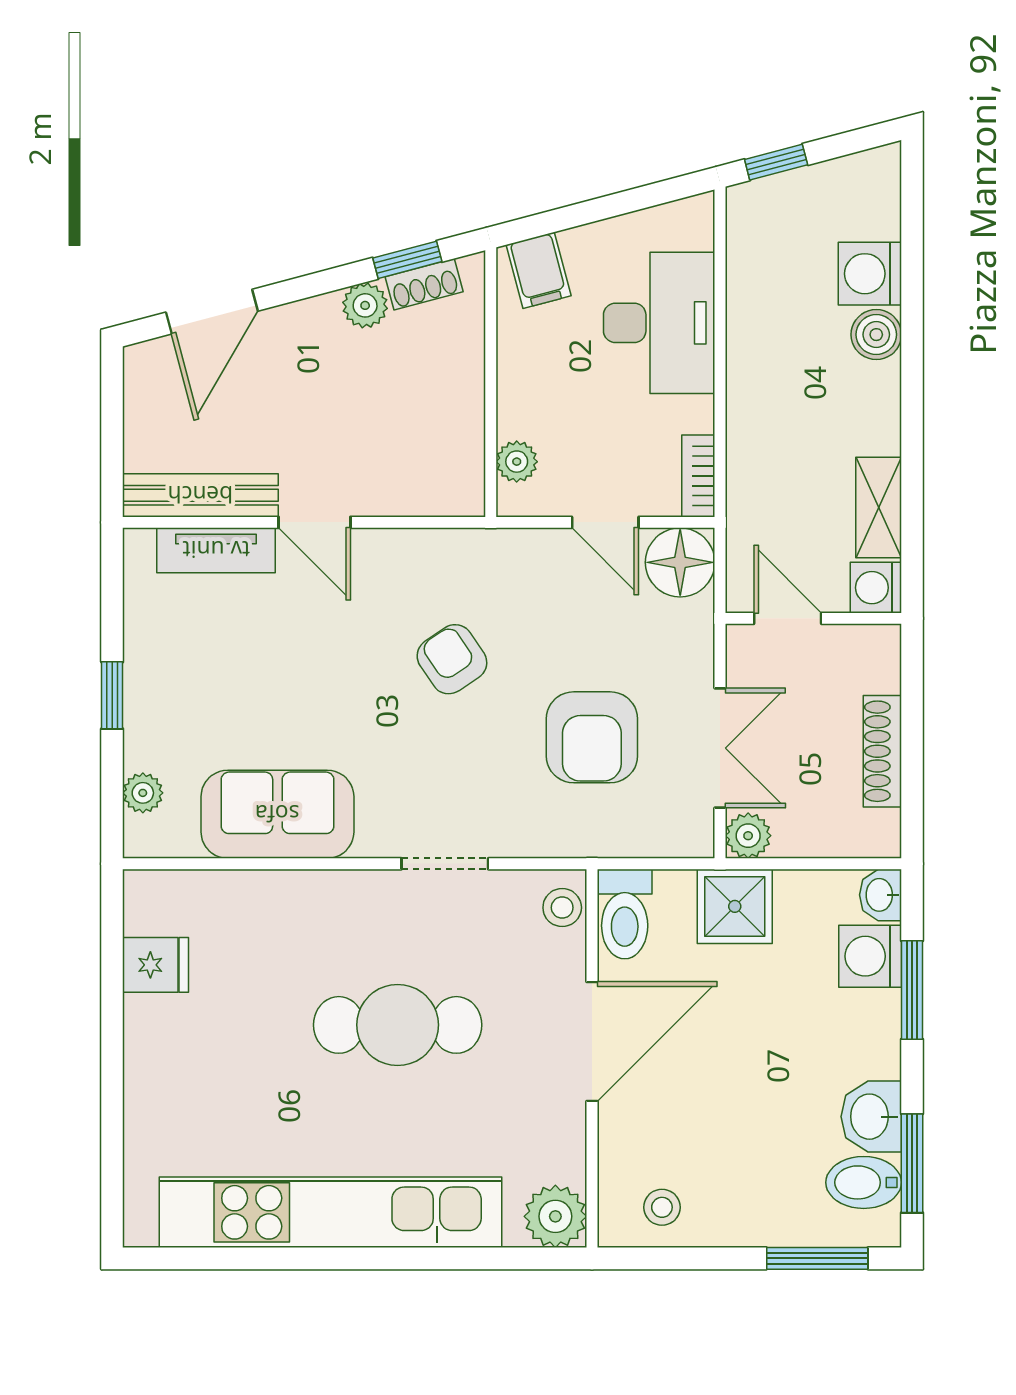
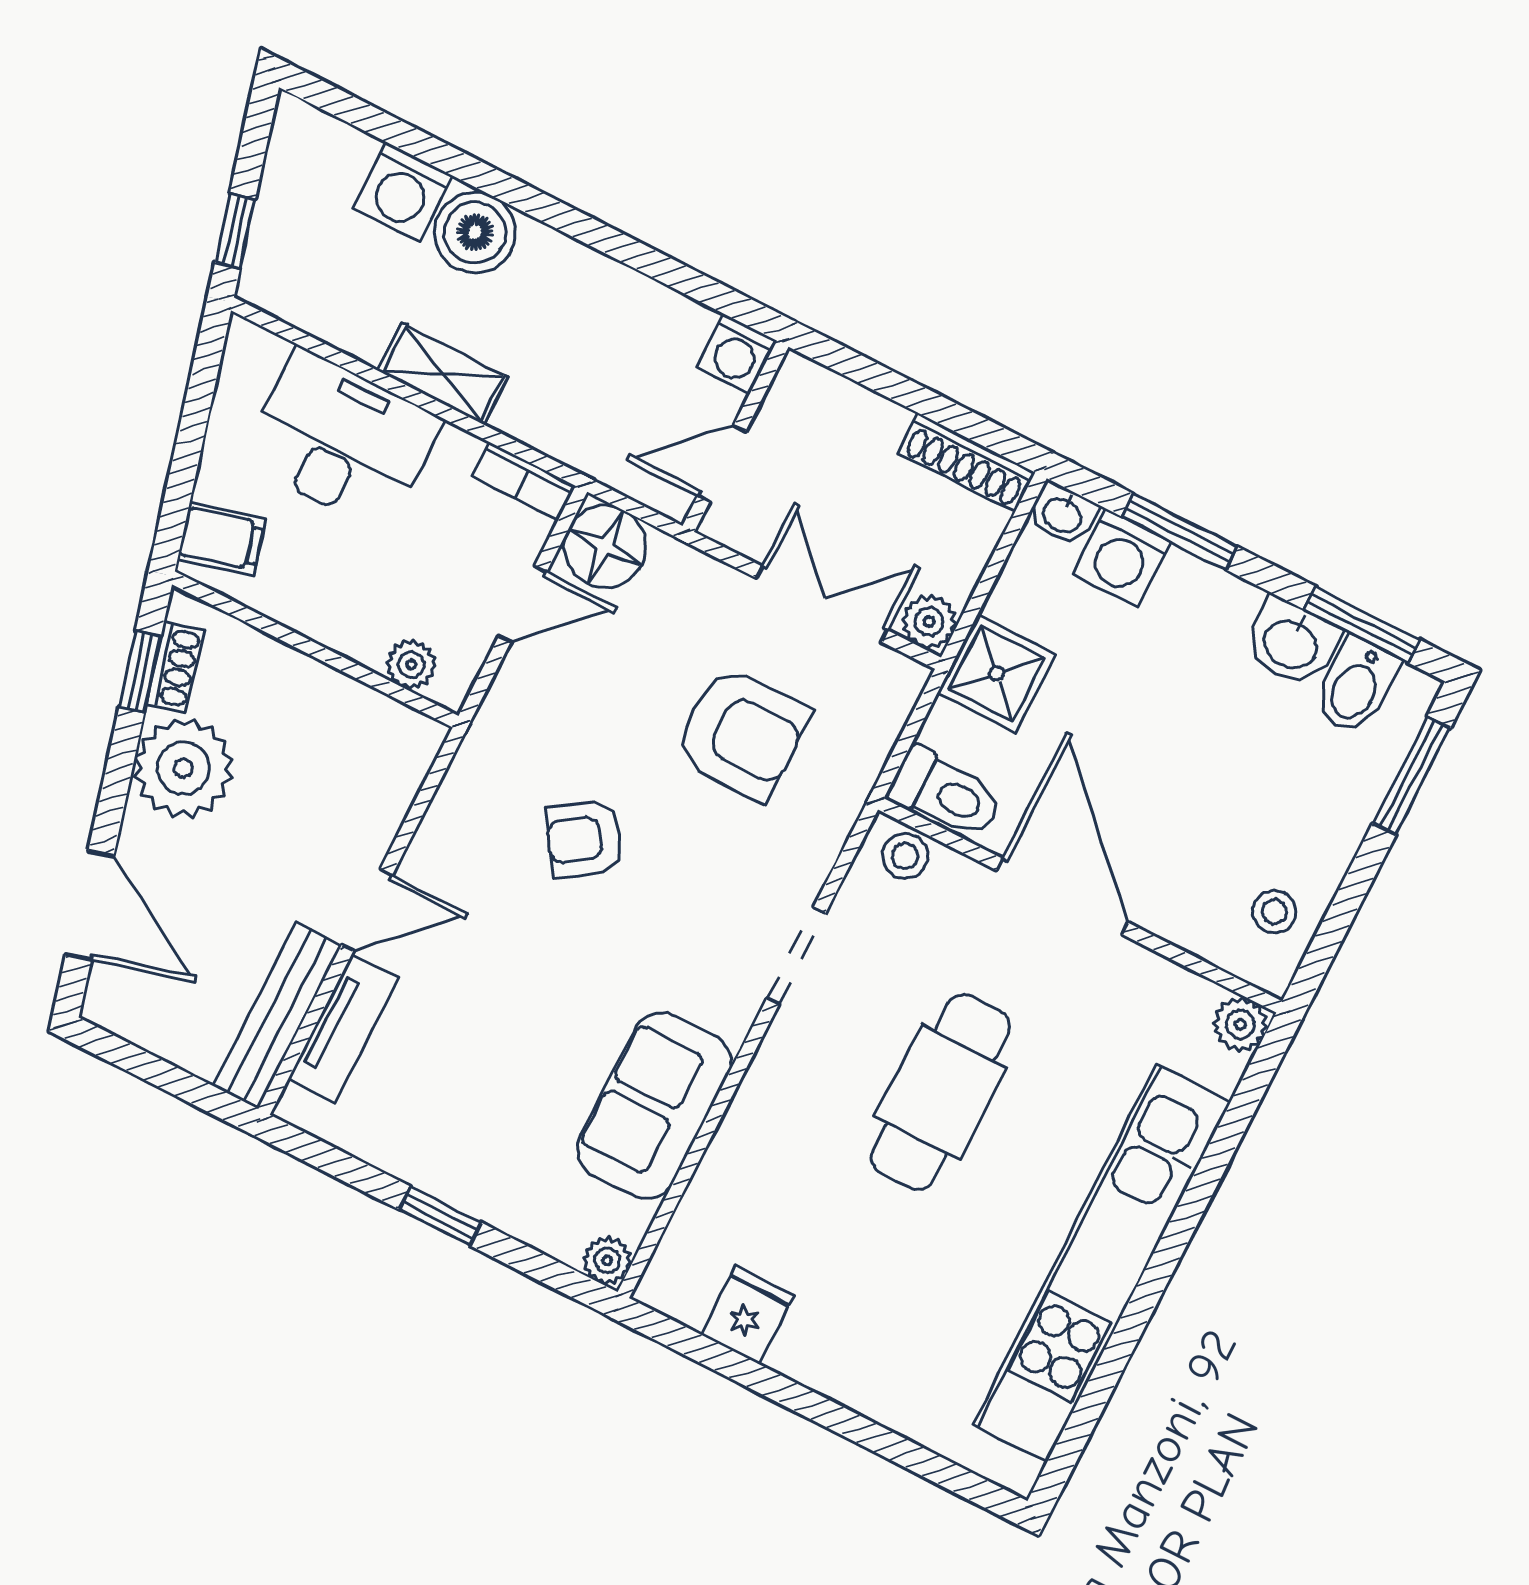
plant: (365, 305) -> (183, 768), width x1.88, depth x1.88
boiler: (876, 335) -> (475, 232), width x1.36, depth x1.36
shelving: (879, 508) -> (443, 374), moved
shoe rack: (882, 751) -> (966, 462), moved
plant: (143, 793) -> (607, 1260), moved
plant: (555, 1216) -> (1240, 1024), width x0.73, depth x0.73

